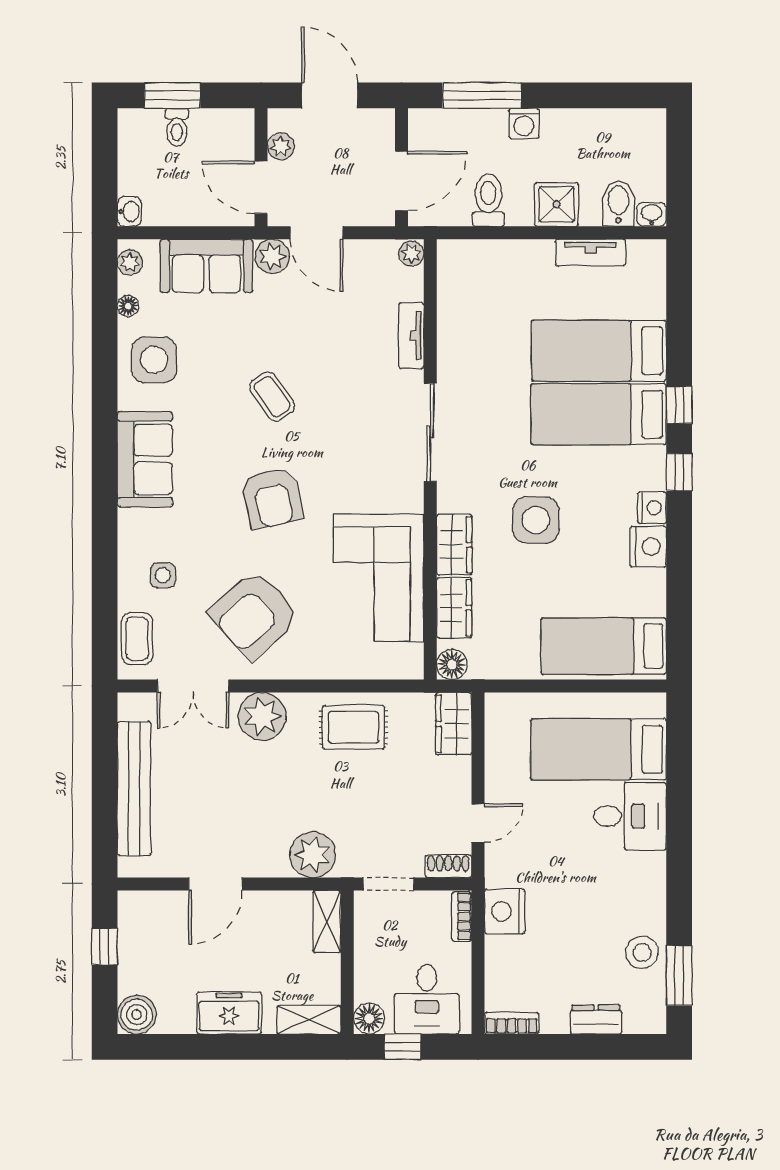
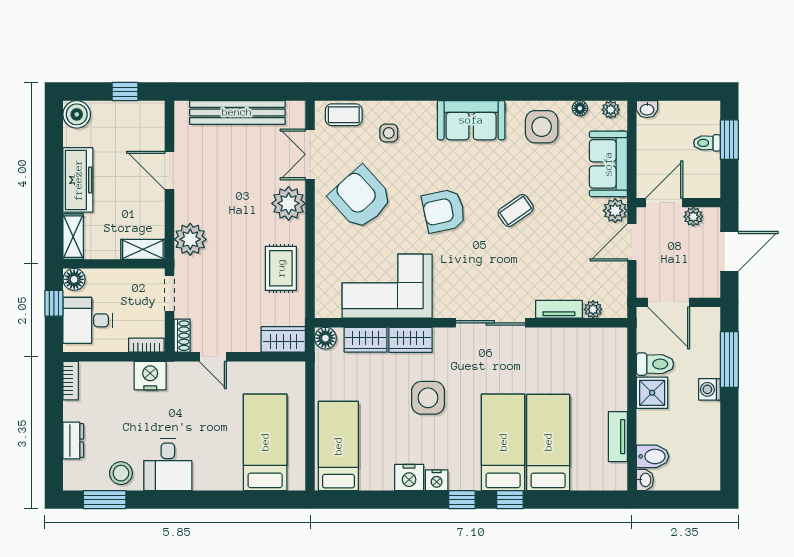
shower: (557, 204) -> (652, 393), moved
plant: (411, 254) -> (593, 309), moved
desk: (630, 816) -> (168, 465), moved
freezer: (229, 1013) -> (78, 180), width x1.40

